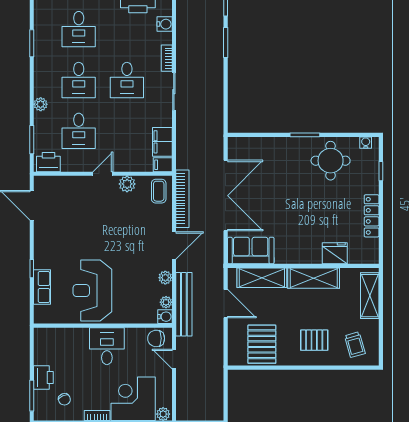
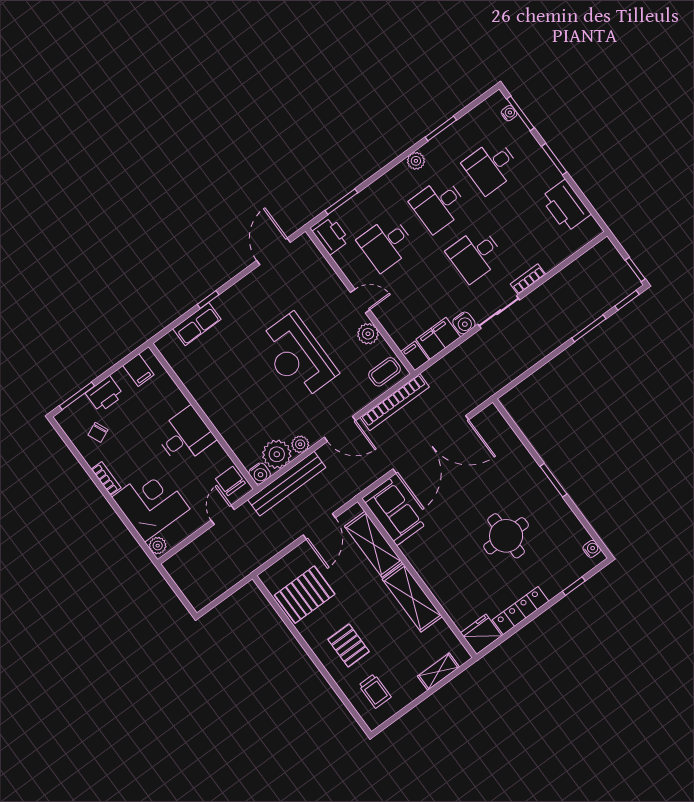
water cooler: (165, 24) -> (464, 323), moved
plant: (41, 104) -> (416, 161), moved
round table: (331, 161) -> (506, 536), moved
fridge: (335, 253) -> (481, 634), moved, turned -90
reception desk: (92, 291) -> (297, 356), moved, turned -90
shelving: (370, 296) -> (438, 672), width x0.67, depth x0.75
plant: (166, 302) -> (277, 454), width x1.88, depth x1.88
filing cabinet: (44, 345) -> (138, 370), added
trolley: (355, 345) -> (375, 691), turned -74

